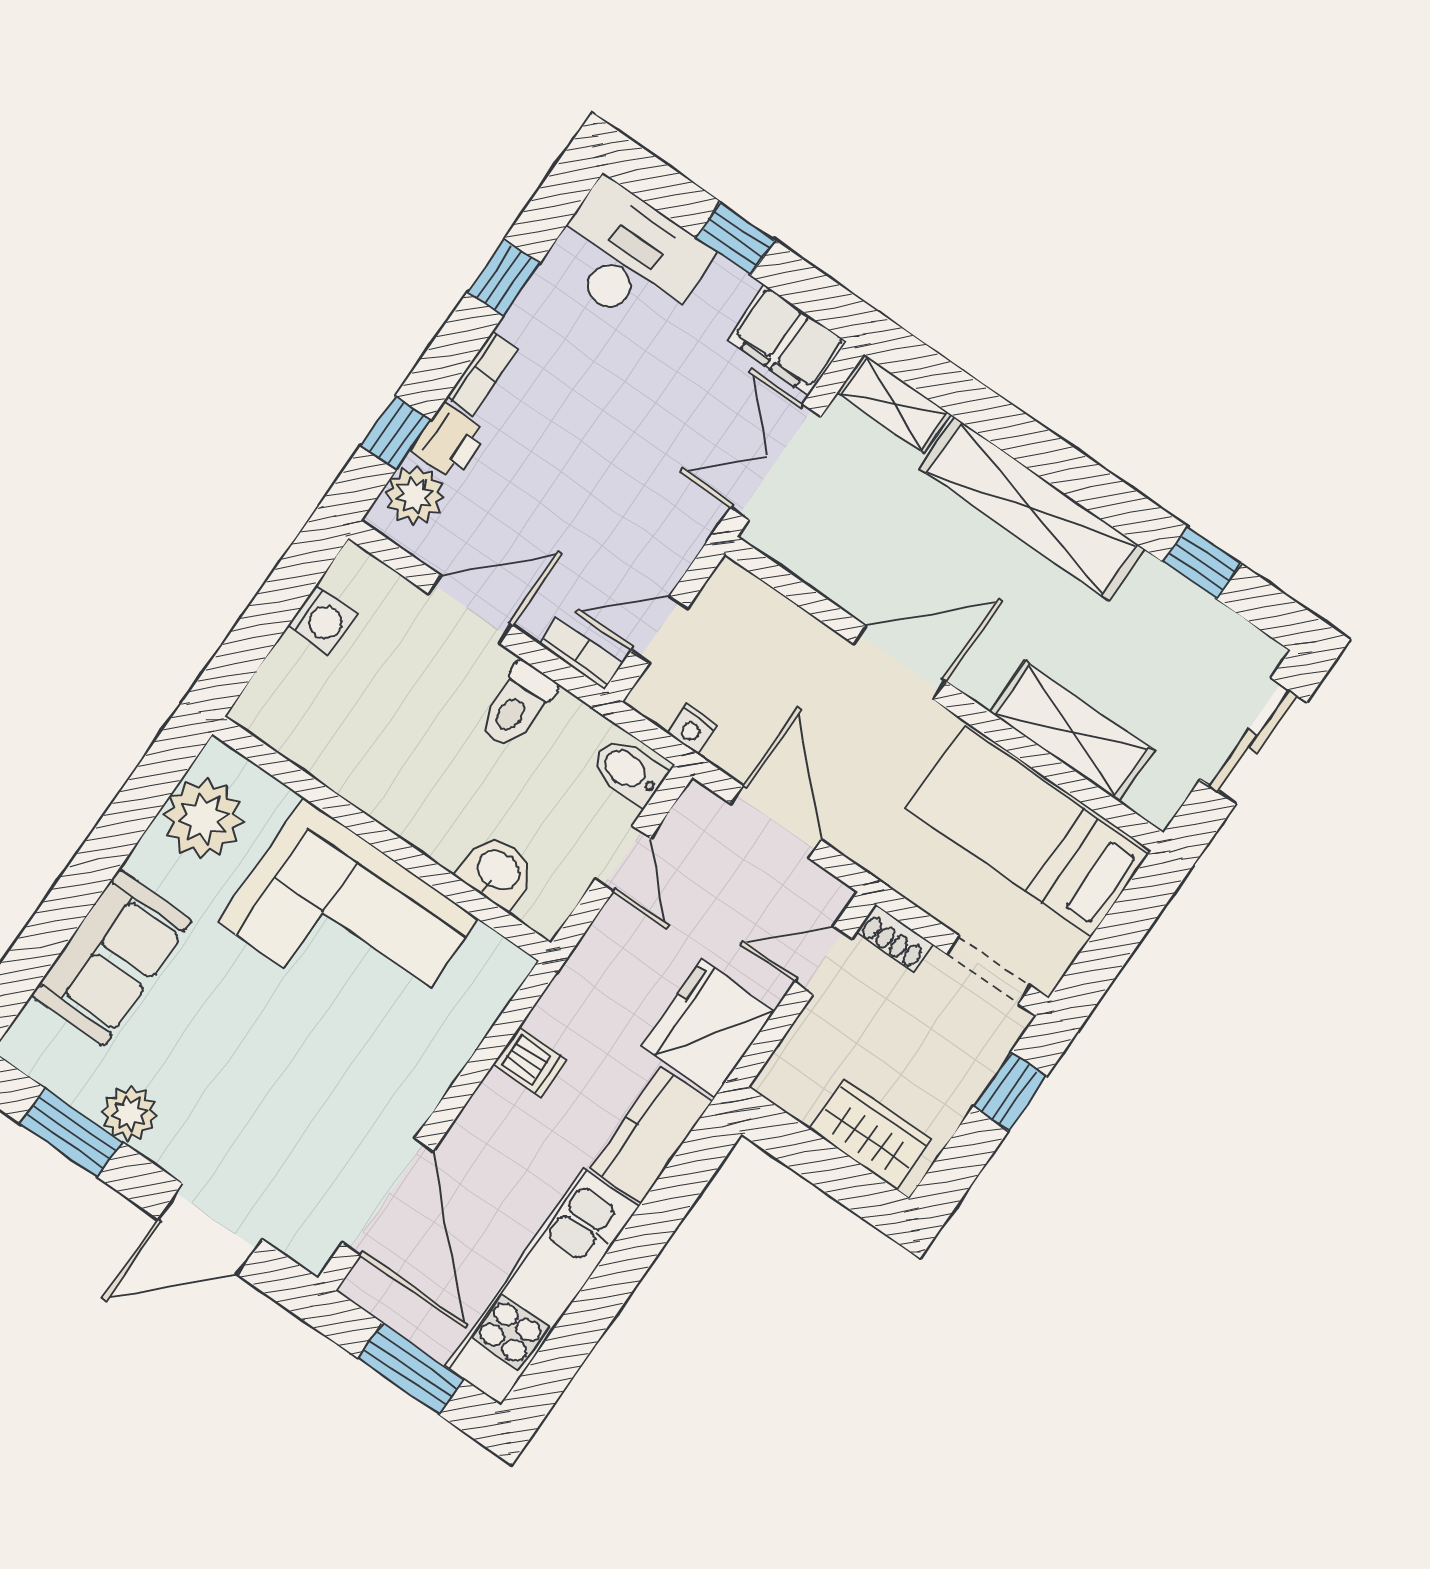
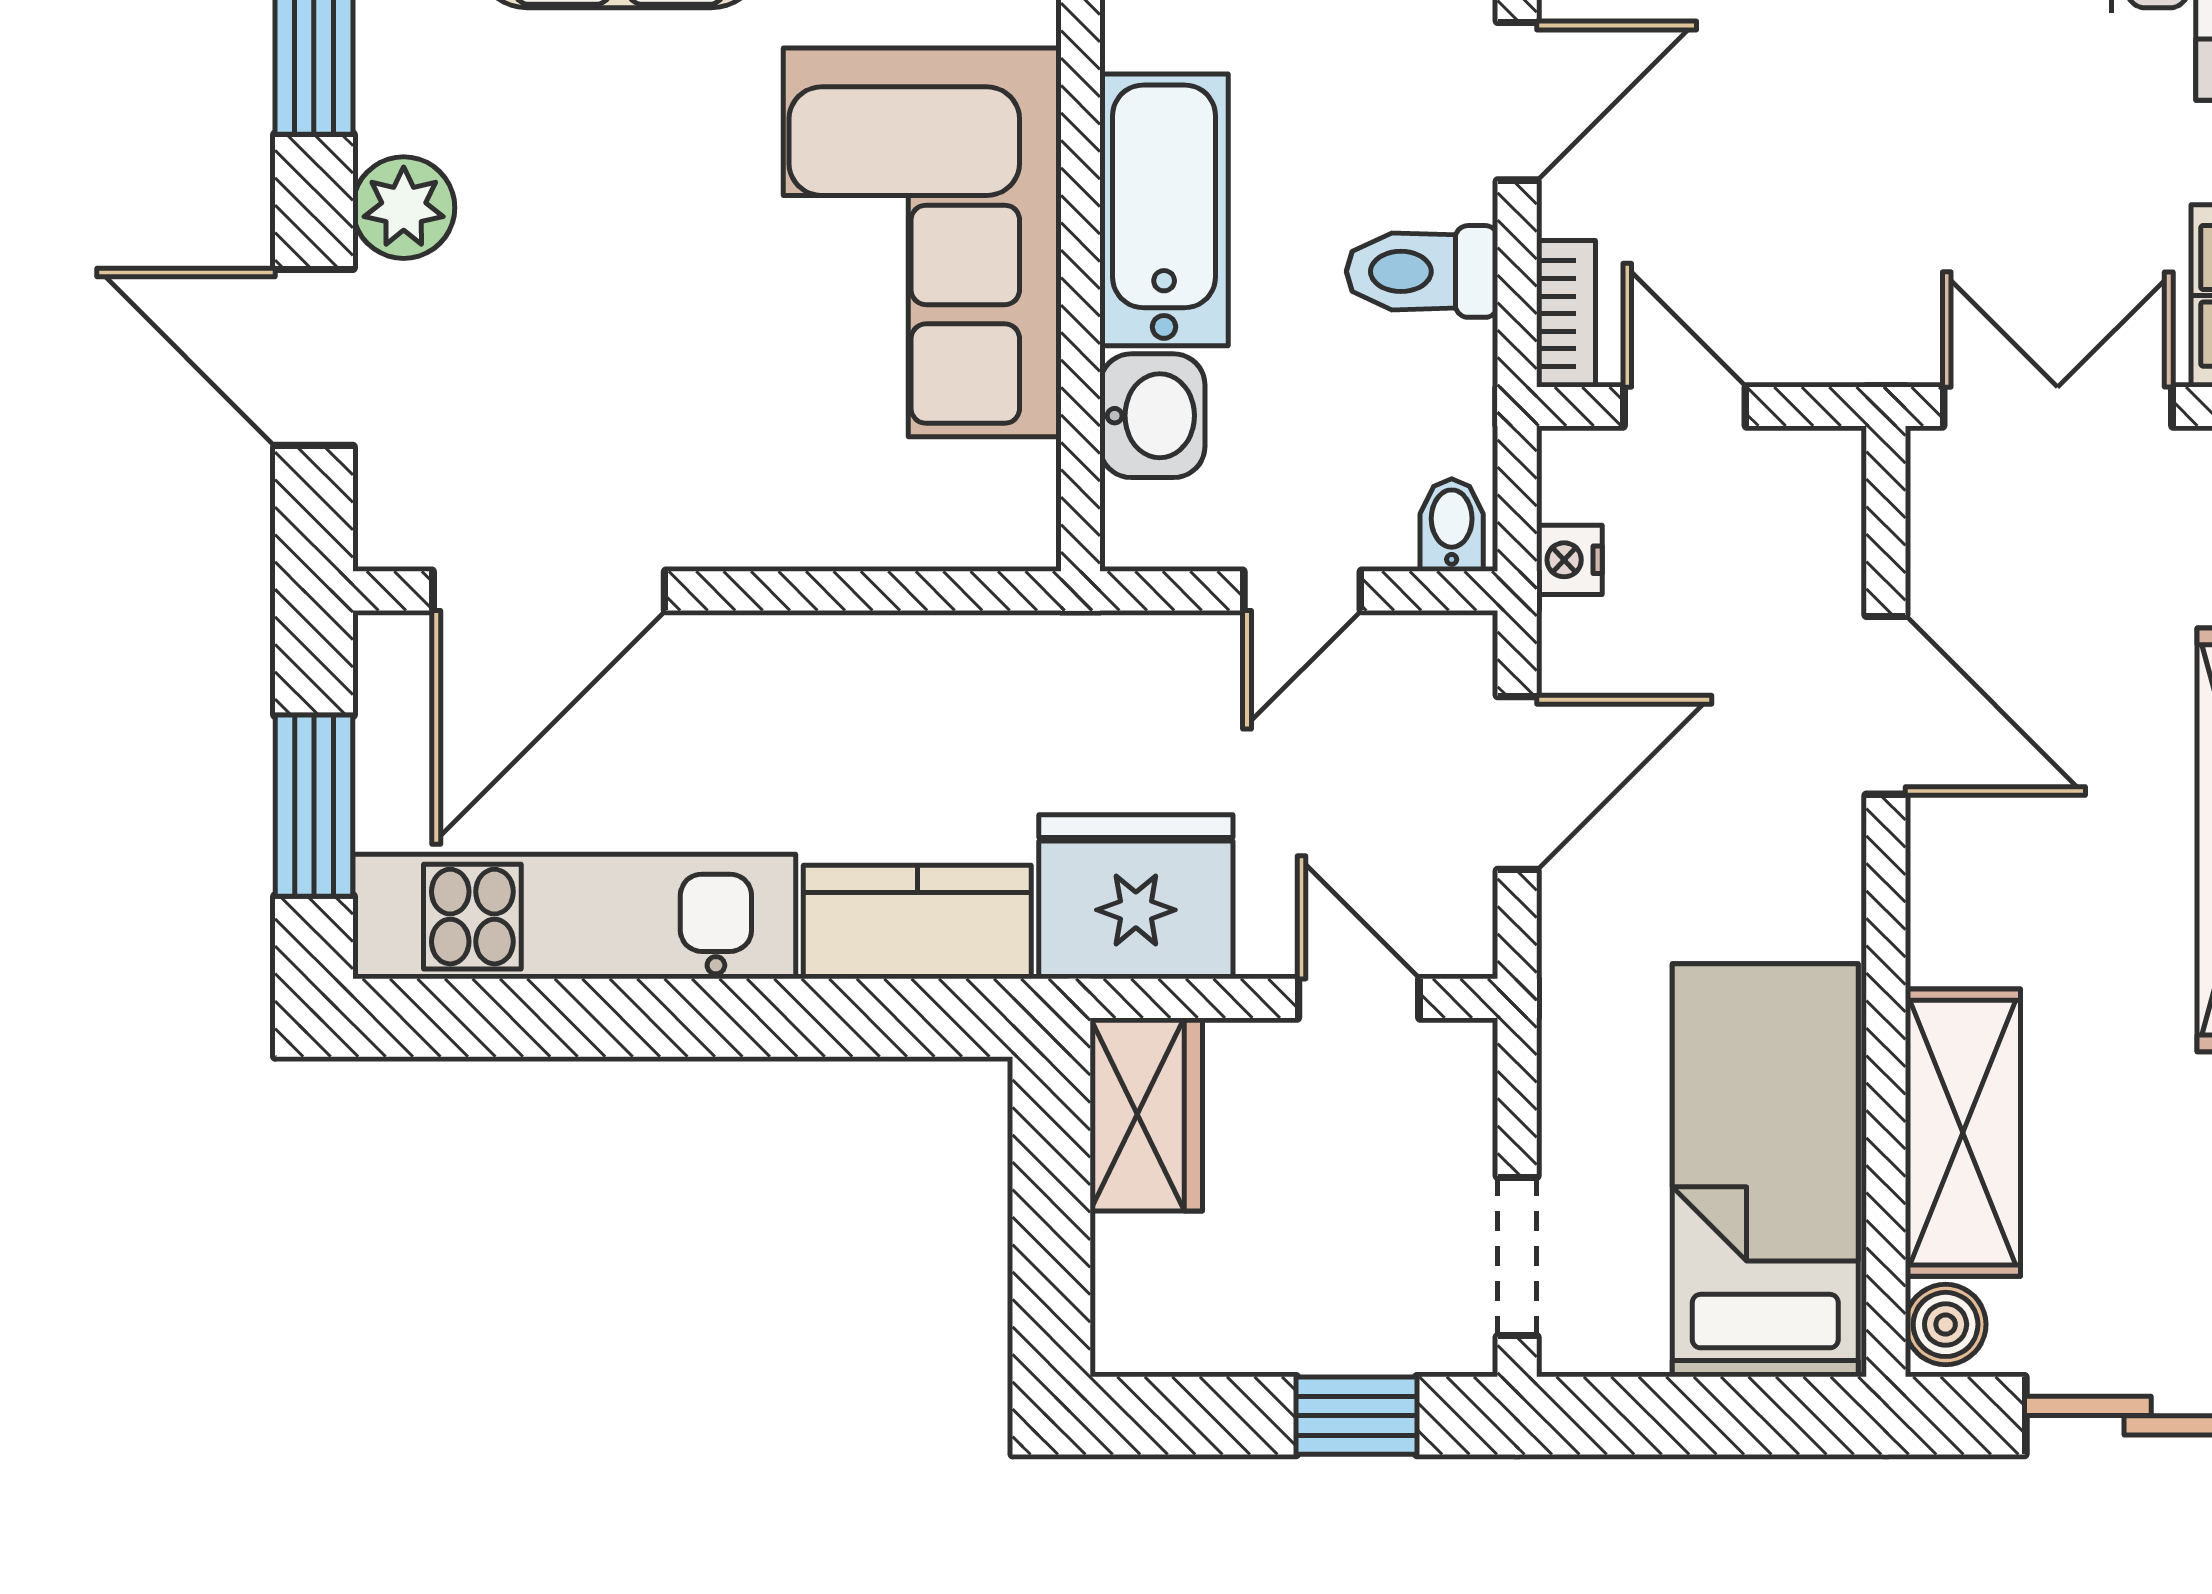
door: (470, 609) -> (1517, 101), hinge flipped
door: (899, 662) -> (1886, 705), moved
bidet: (629, 771) -> (1452, 525), width x0.72, depth x0.74
boiler: (1153, 799) -> (1946, 1324), added
bathtub: (409, 802) -> (1164, 210), added
shoe rack: (895, 938) -> (1466, 1082), removed
dishwasher: (530, 1062) -> (900, 664), removed
plant: (129, 1113) -> (404, 208), moved
wardrobe: (871, 1135) -> (1146, 1115), moved

